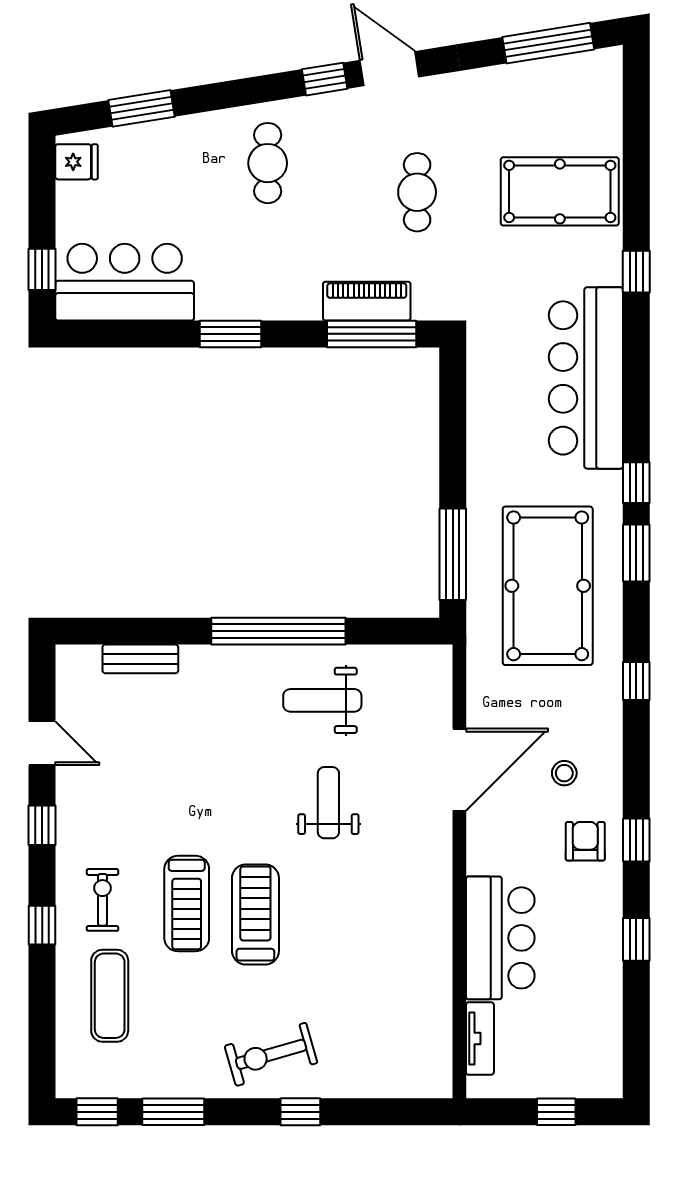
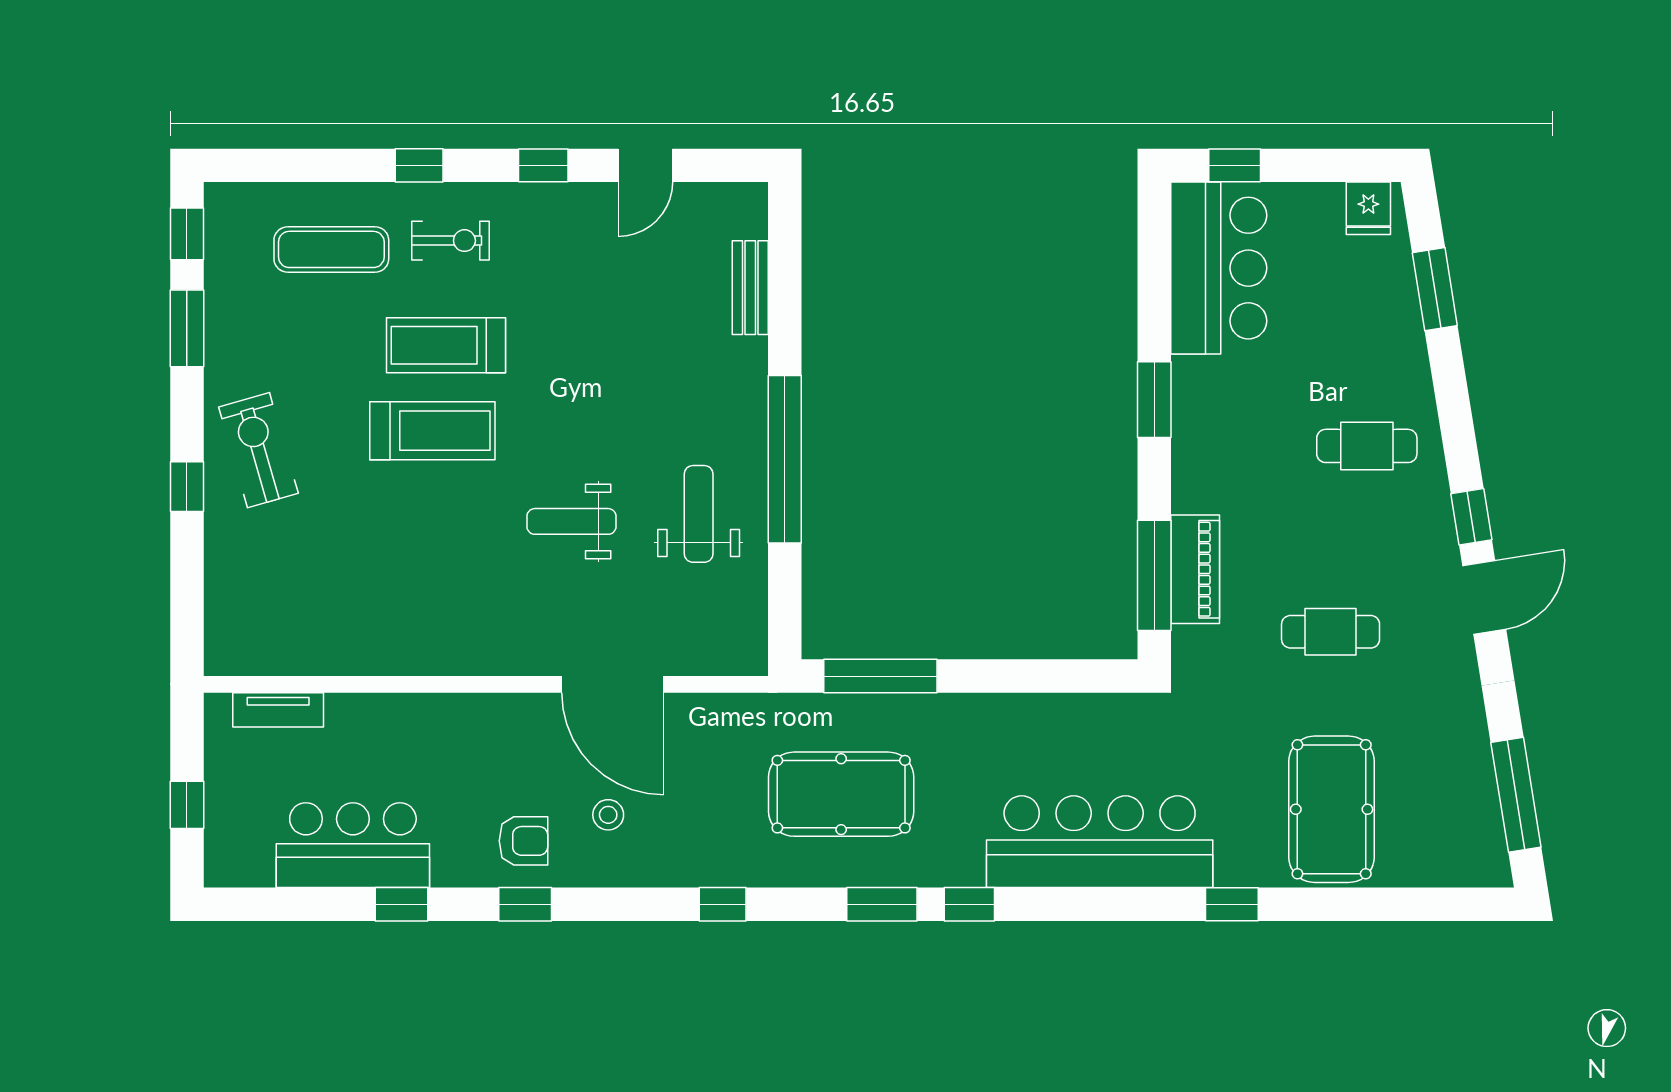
pool table: (548, 586) -> (841, 794), width x0.73, depth x0.76
weight bench: (328, 803) -> (571, 521), turned 180
bar counter: (500, 938) -> (353, 845), moved, turned 180

